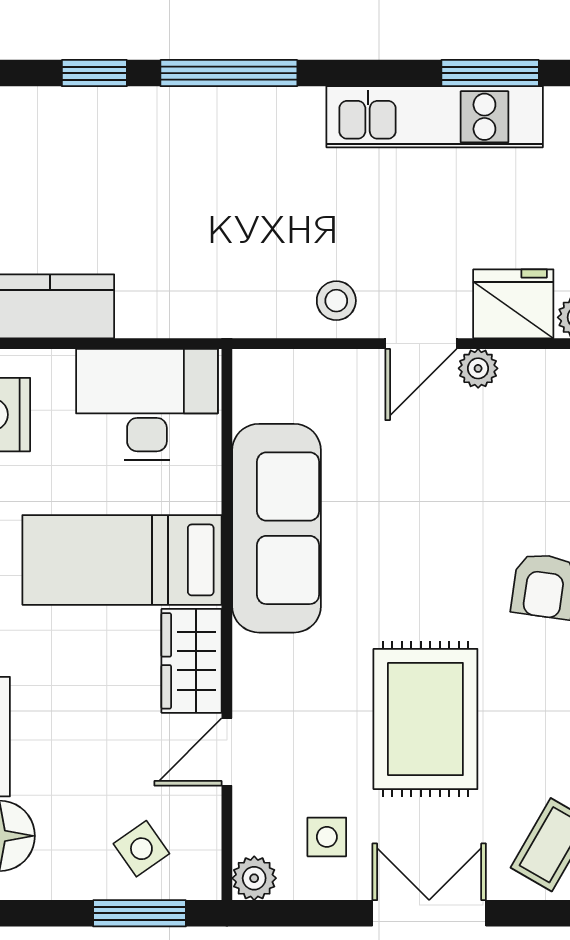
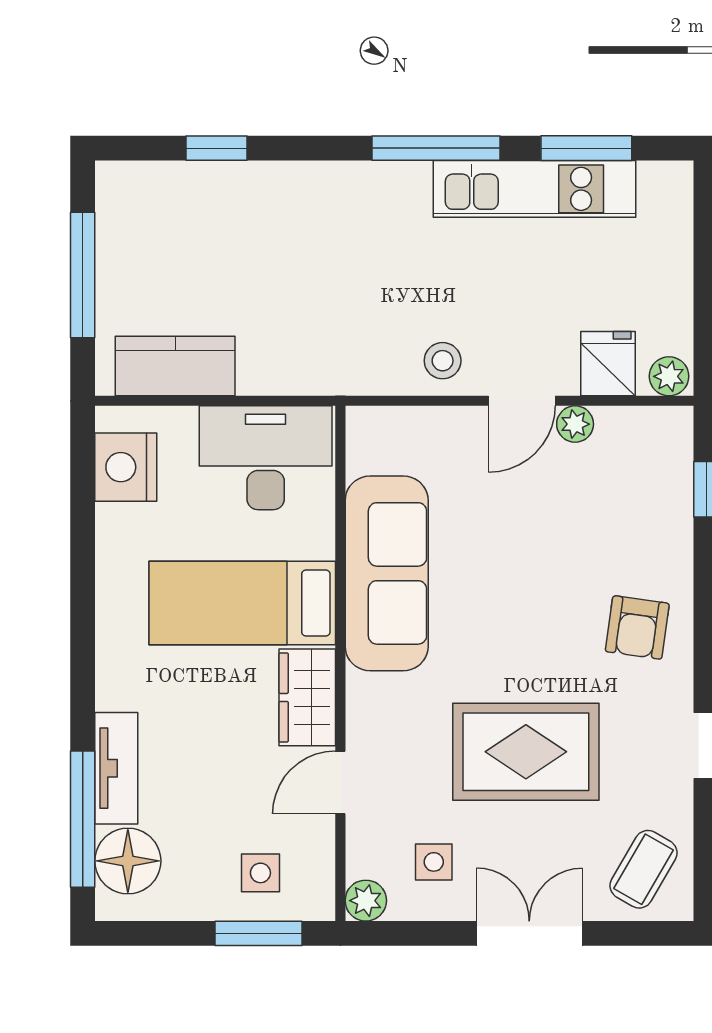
window: (229, 73) -> (436, 148), moved
fridge: (513, 304) -> (608, 364), width x0.72
rug: (425, 719) -> (526, 752), turned 90
side table: (141, 849) -> (260, 873), turned 35

